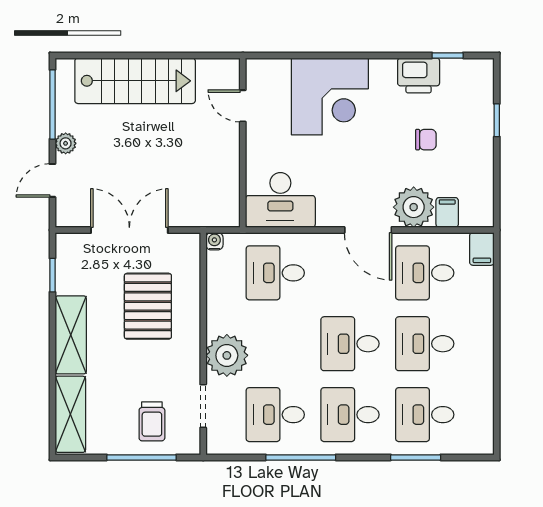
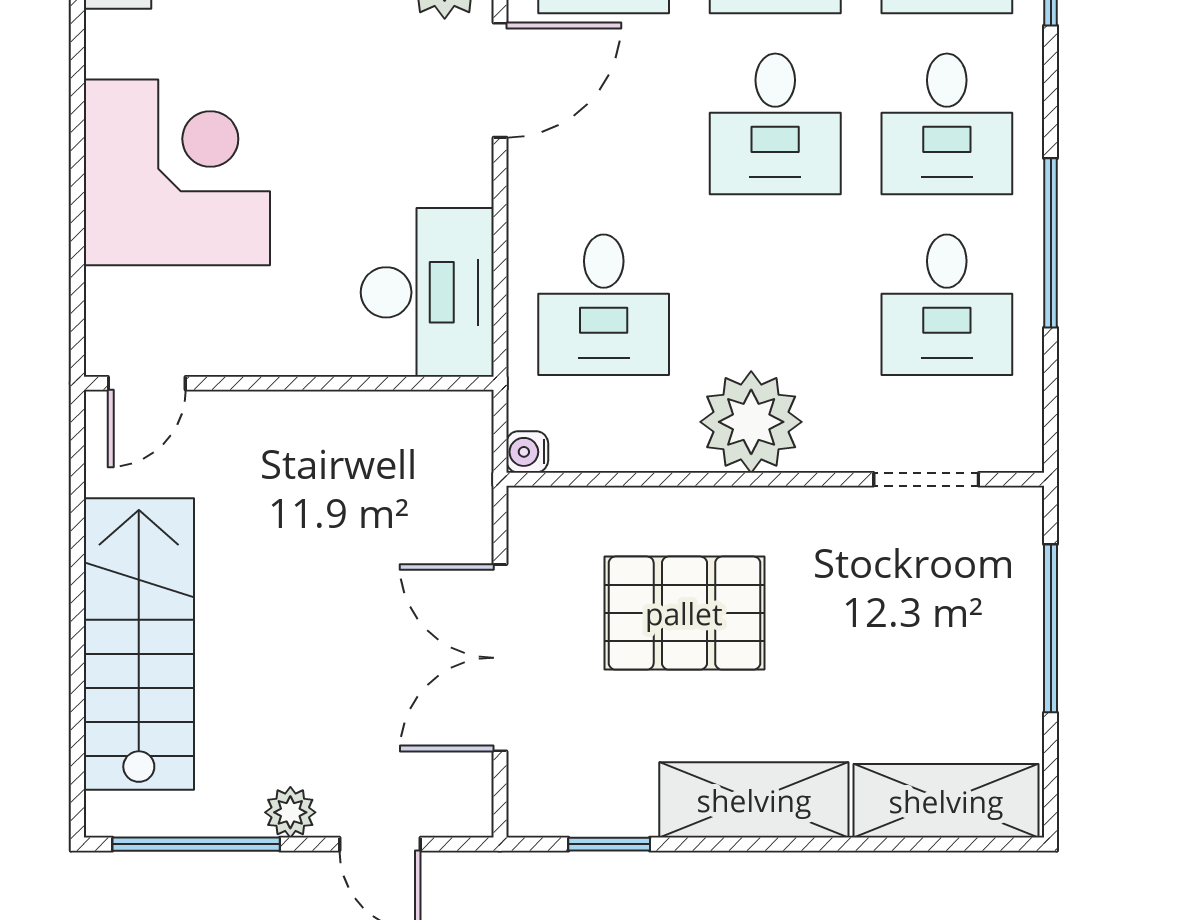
door: (243, 106) -> (147, 383), moved
plant: (227, 355) -> (751, 422), moved
trolley: (152, 421) -> (963, 603), removed

